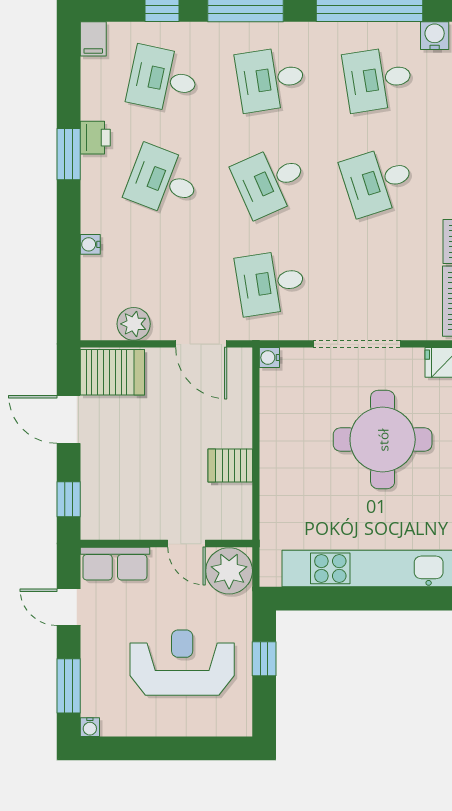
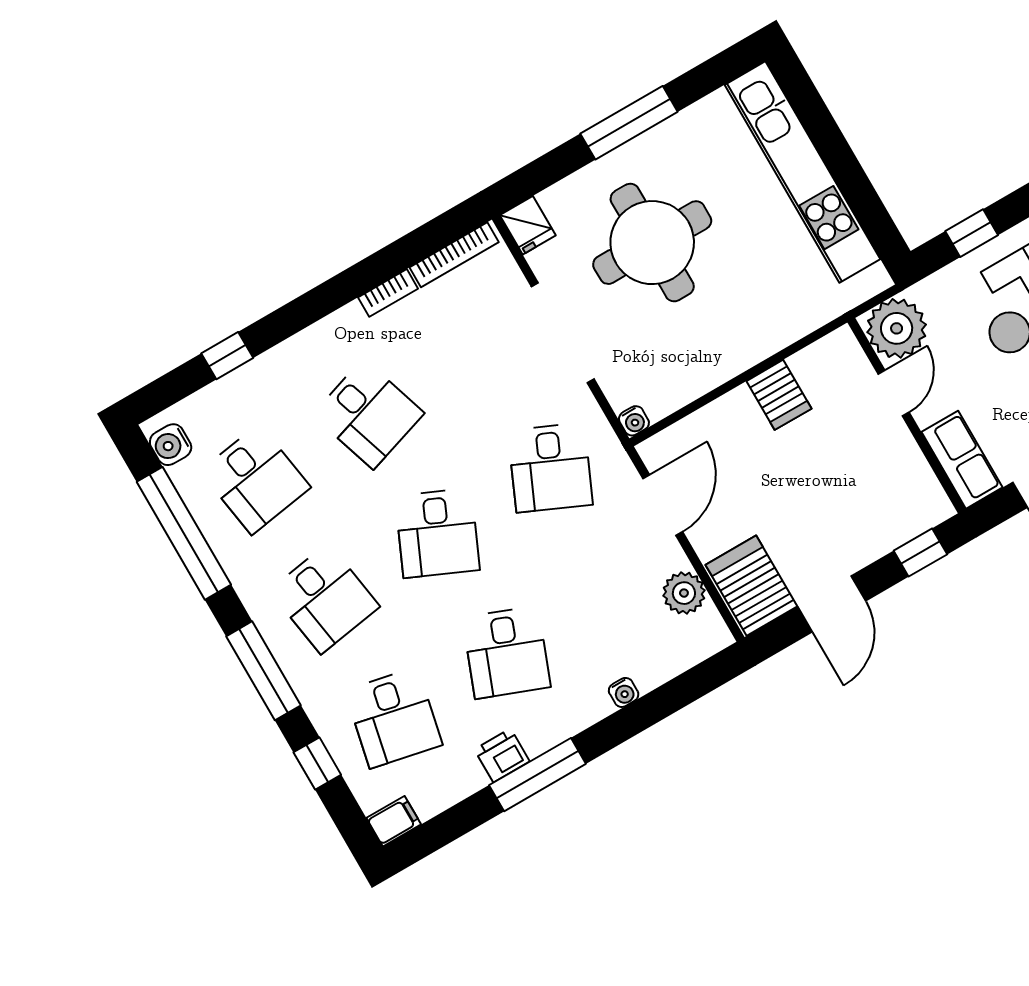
window: (69, 154) -> (537, 775), width x1.44
desk: (270, 181) -> (437, 533), turned 48
desk: (270, 283) -> (550, 468), turned 33

